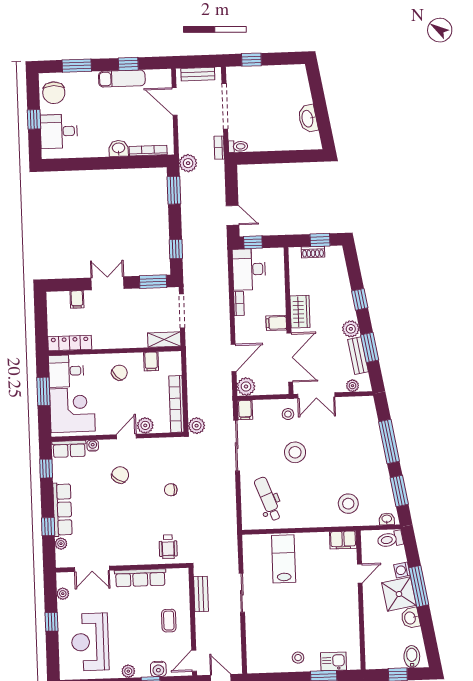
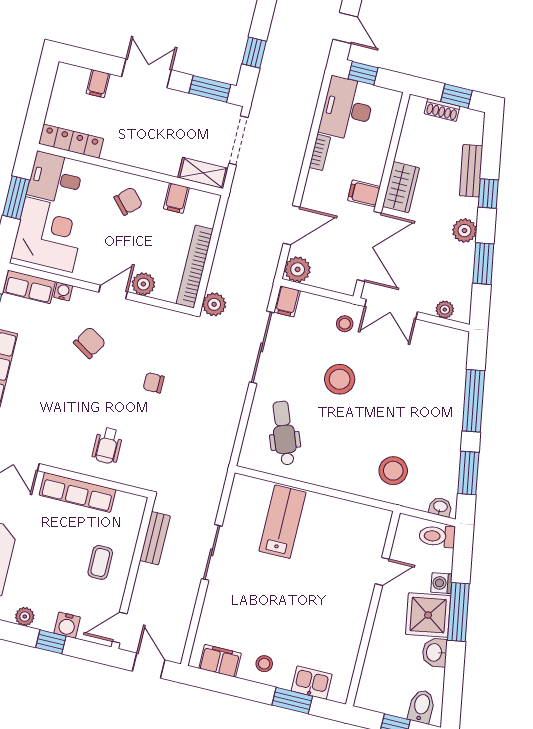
bench: (358, 356) -> (471, 171), moved
filing cabinet: (343, 540) -> (220, 661), moved, turned 180
wheelchair: (168, 547) -> (107, 446), moved

